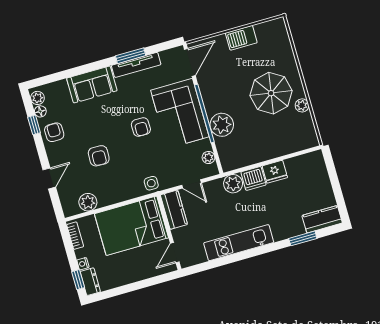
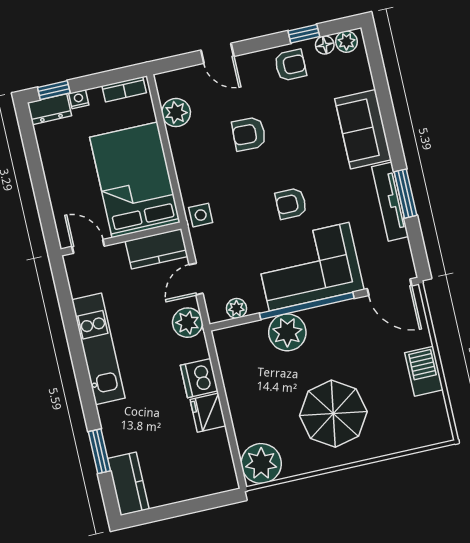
plant: (302, 105) -> (261, 463), moved, width x1.87, depth x1.87
plant: (233, 184) -> (187, 323), moved

